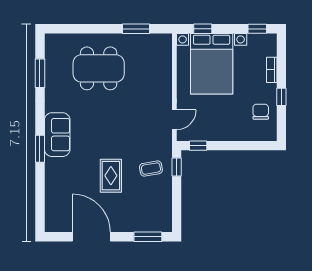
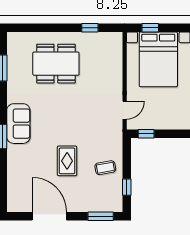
window: (136, 29) -> (90, 28), width x0.67
window: (177, 167) -> (127, 187), moved
coffee table: (151, 169) -> (105, 168), moved

